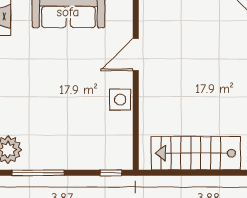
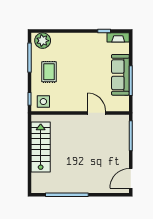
side table: (120, 100) -> (43, 102), moved
rug: (63, 139) -> (49, 72), added

